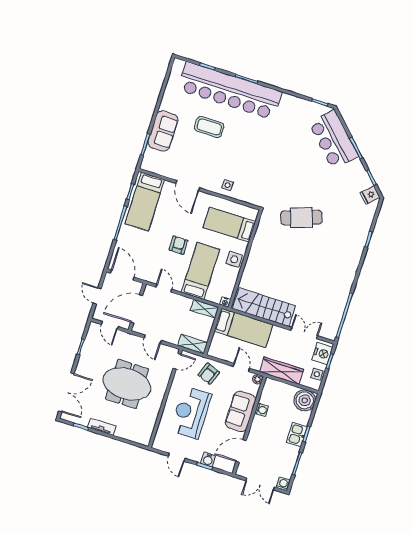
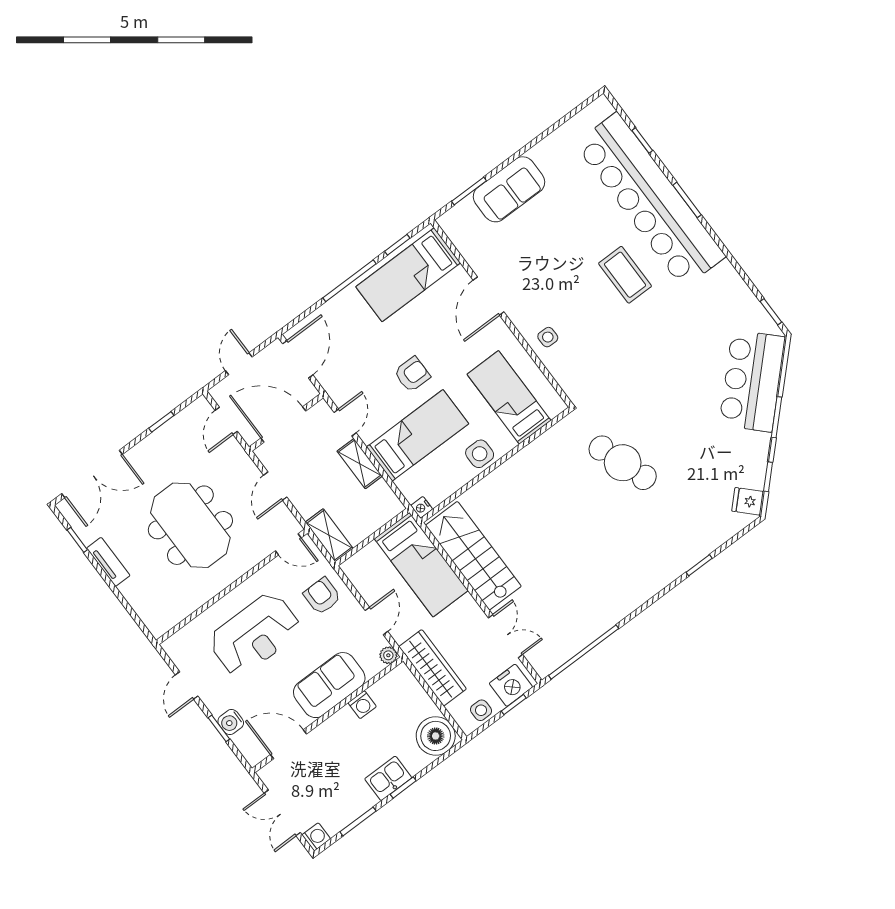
coffee table: (209, 127) -> (625, 275), moved
shelving: (205, 309) -> (360, 464), moved
armchair: (209, 374) -> (322, 596), turned 69
reception desk: (191, 413) -> (255, 635), turned 180

